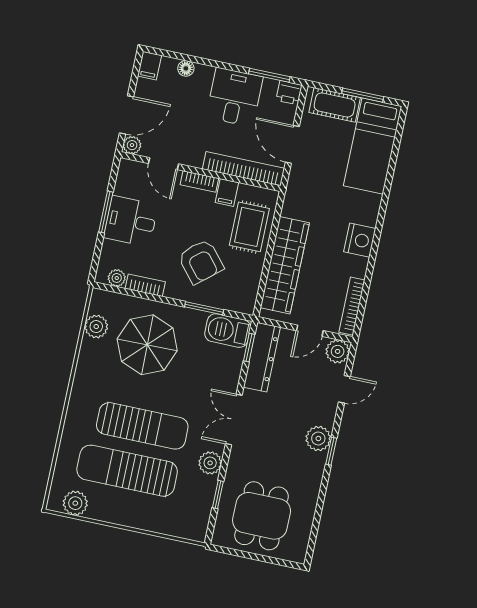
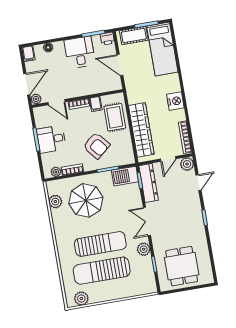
bookcase: (243, 169) -> (99, 88), removed
plant: (318, 438) -> (195, 214), removed

